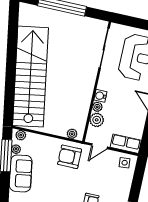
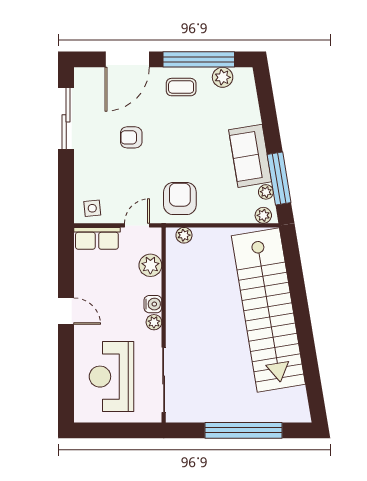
plant: (97, 107) -> (154, 322), moved
armchair: (70, 157) -> (180, 199), turned -90

